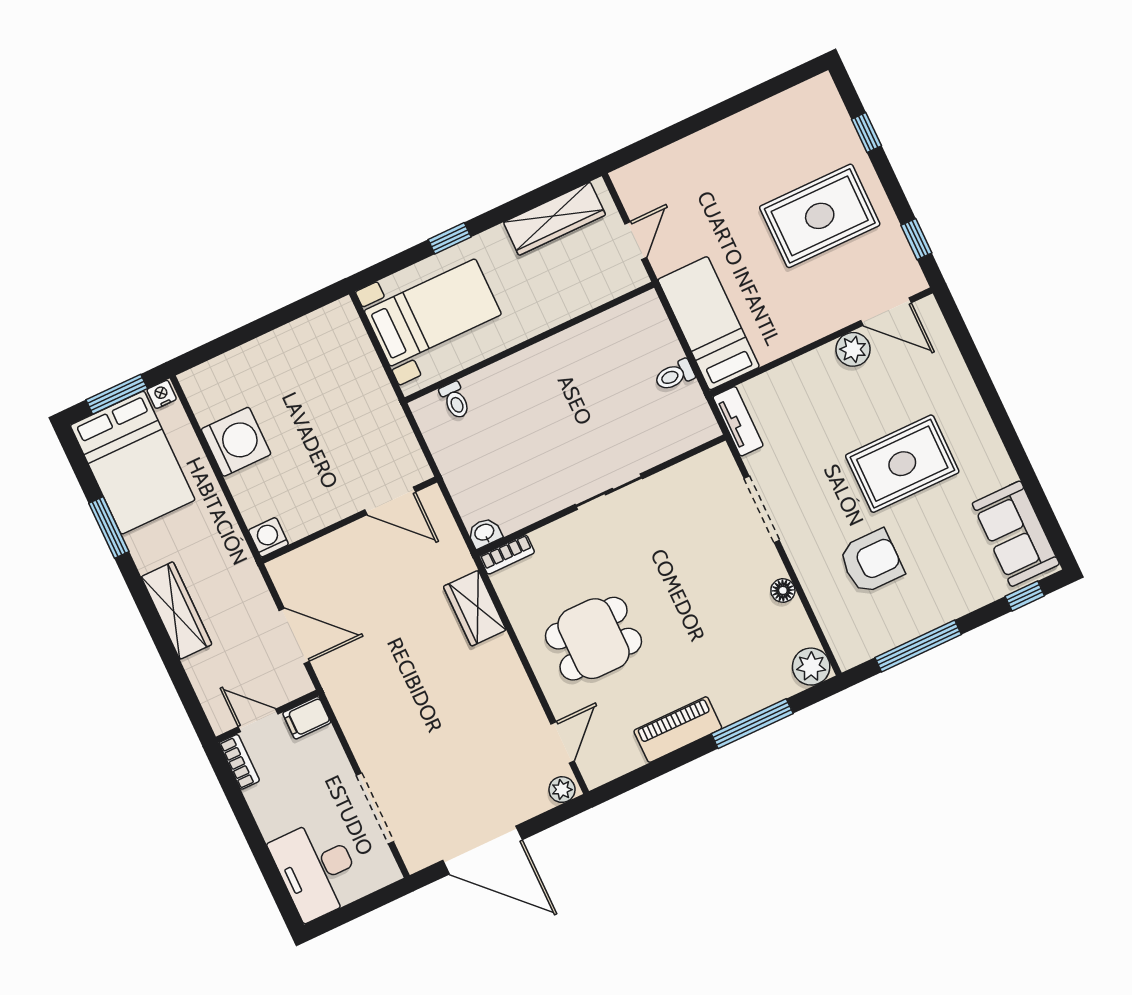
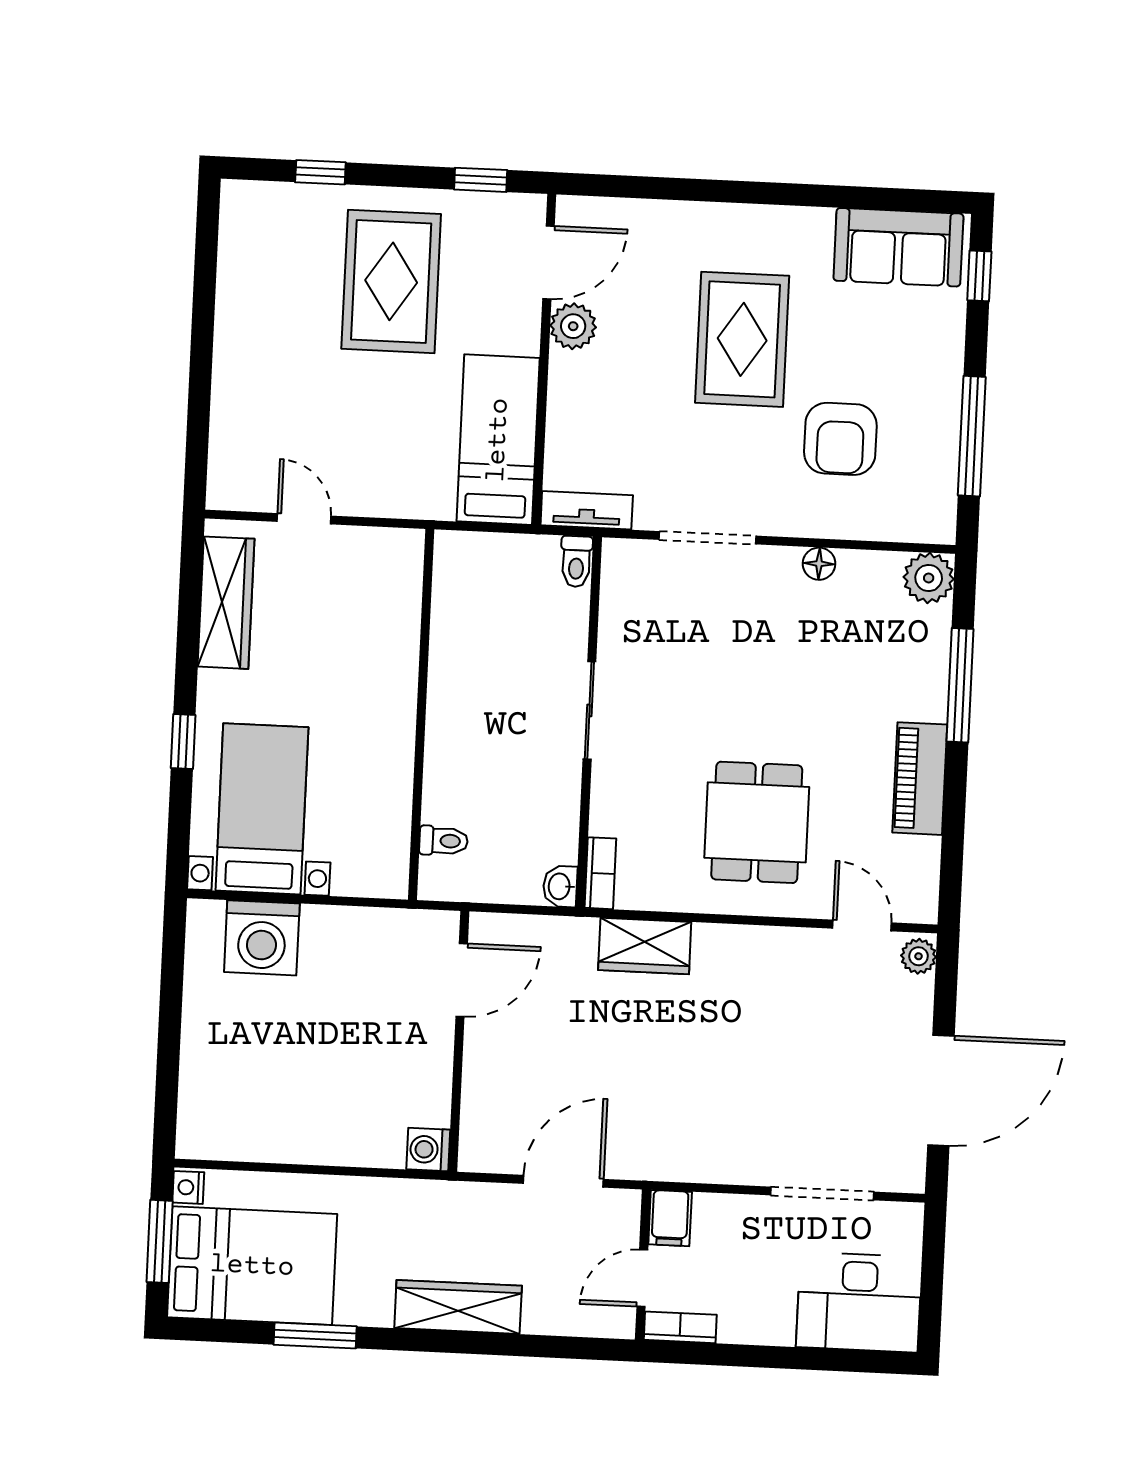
bed: (709, 323) -> (498, 440), moved, turned 90
wall: (529, 342) -> (421, 714), moved
toilet: (675, 375) -> (576, 561), moved
toilet: (455, 400) -> (444, 841), moved
washing machine: (236, 442) -> (262, 938), moved, turned 180
armchair: (871, 562) -> (840, 439), turned 180

